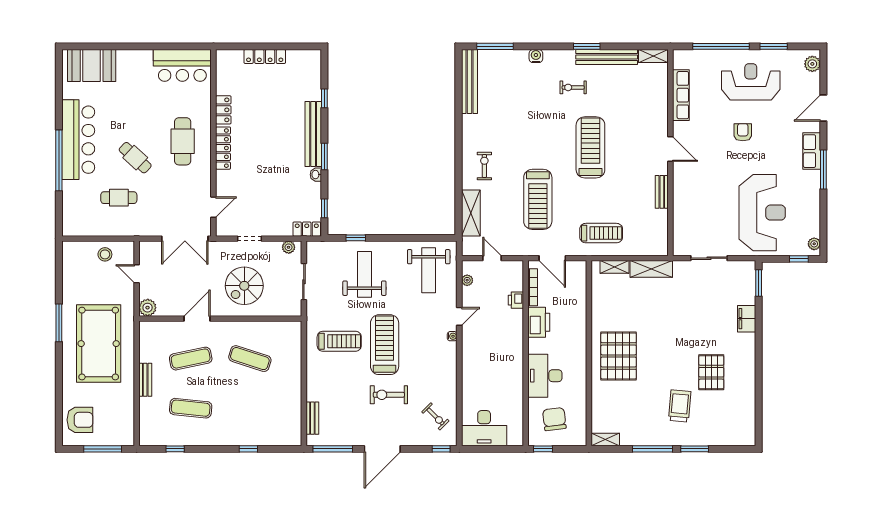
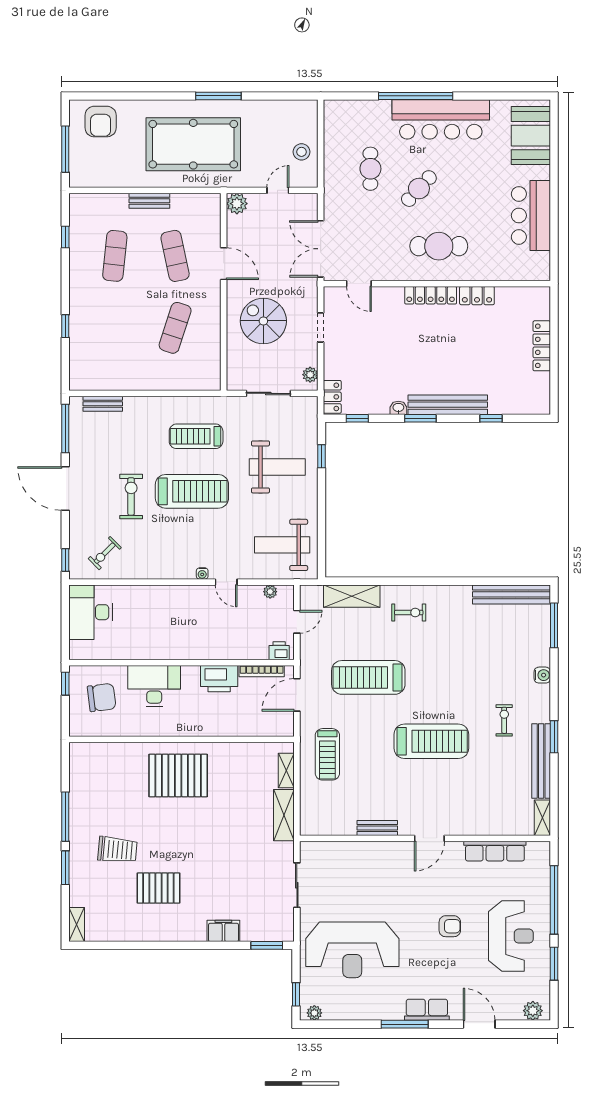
bar counter: (182, 65) -> (531, 215), moved
printer: (516, 300) -> (279, 651), moved
treadmill: (339, 341) -> (196, 436), turned 90
shelving: (605, 440) -> (77, 925), moved

